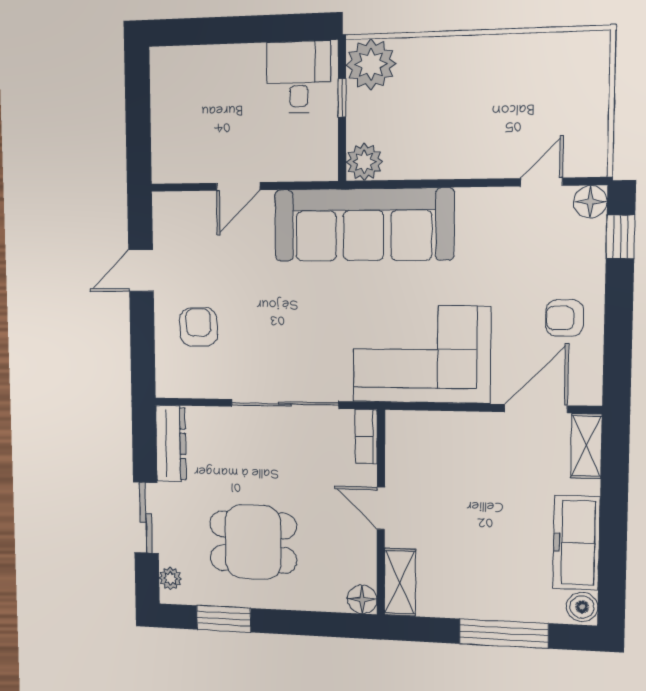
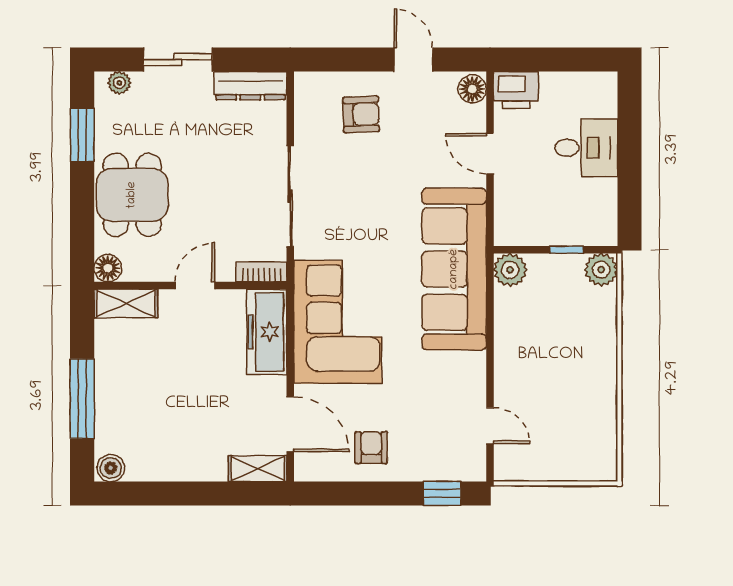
plant: (371, 64) -> (601, 270), width x0.73, depth x0.73
desk: (299, 77) -> (586, 148), moved
printer: (170, 159) -> (516, 90), added
floor lamp: (590, 202) -> (472, 89), moved
dining table: (253, 542) -> (132, 195), moved
freezer: (576, 543) -> (267, 332), moved, turned -90

